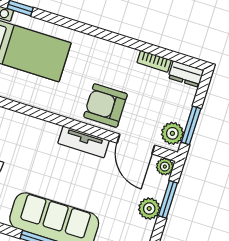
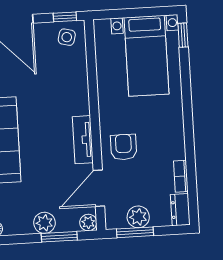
armchair: (105, 105) -> (124, 147), width x0.72, depth x0.72
plant: (172, 133) -> (138, 217), moved

